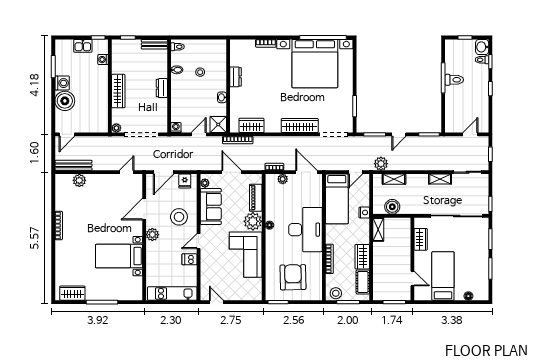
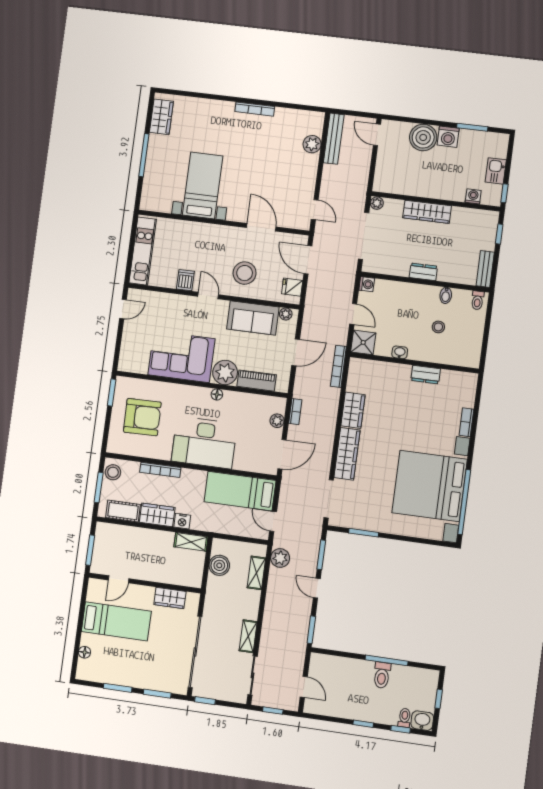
wardrobe: (251, 125) -> (353, 410), moved
nightstand: (364, 213) -> (182, 521), moved
plant: (152, 235) -> (226, 234), removed

